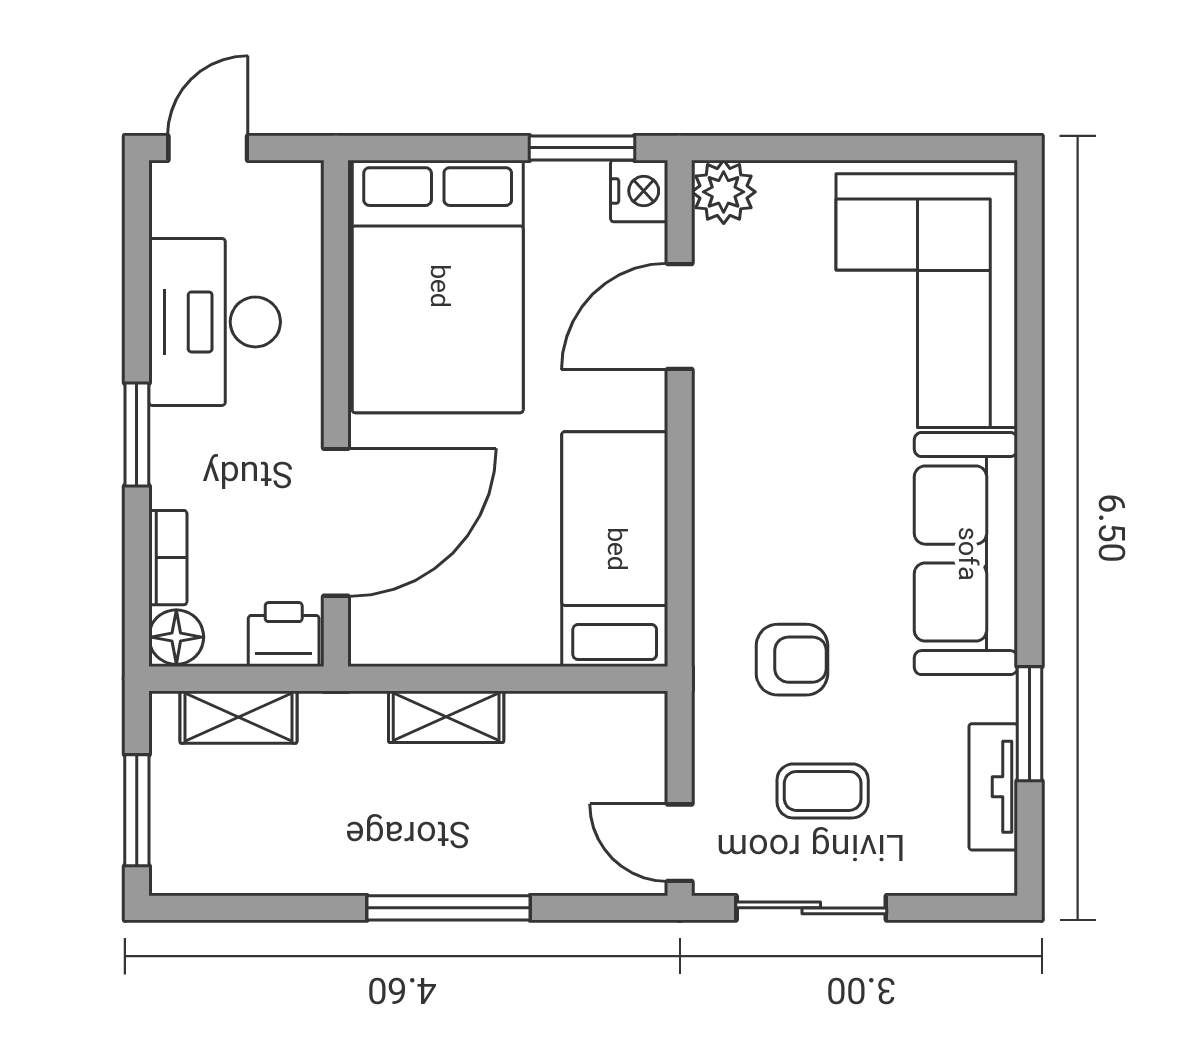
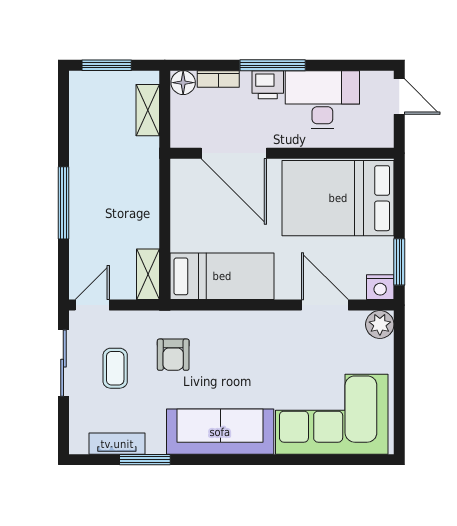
window: (137, 435) -> (273, 65), width x1.44
printer: (284, 635) -> (268, 85), moved, turned 90
shelving: (446, 717) -> (148, 274), moved

